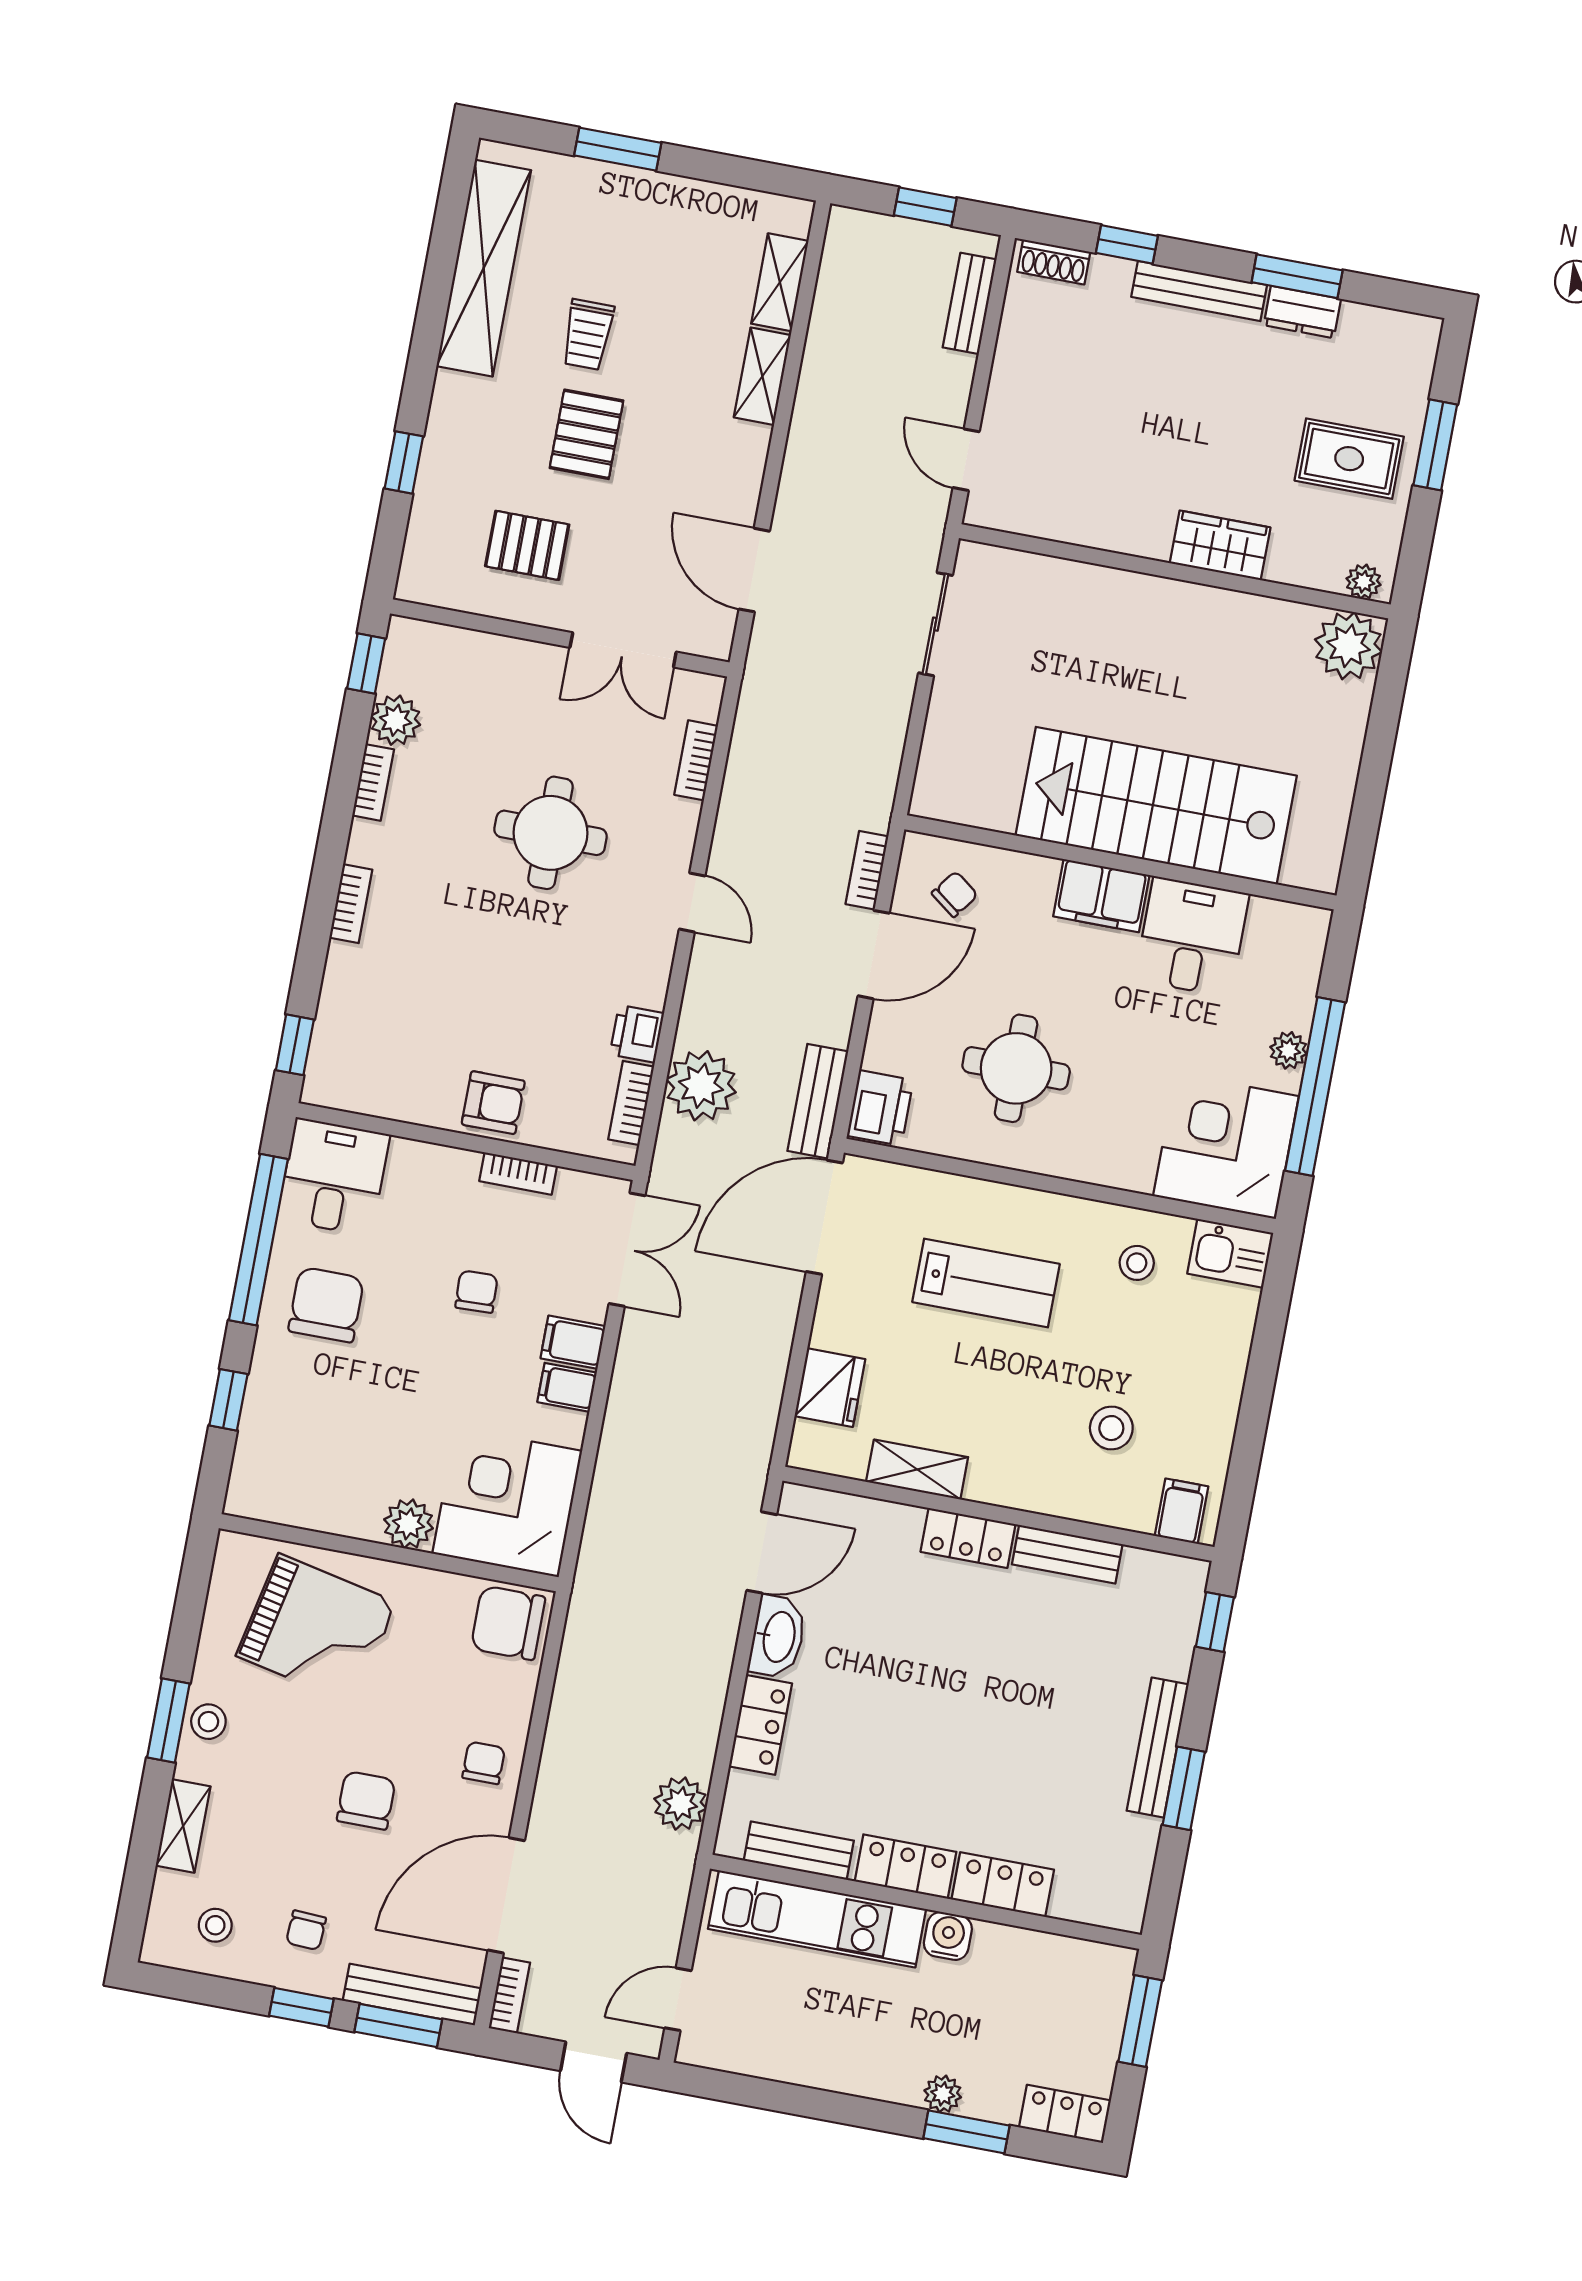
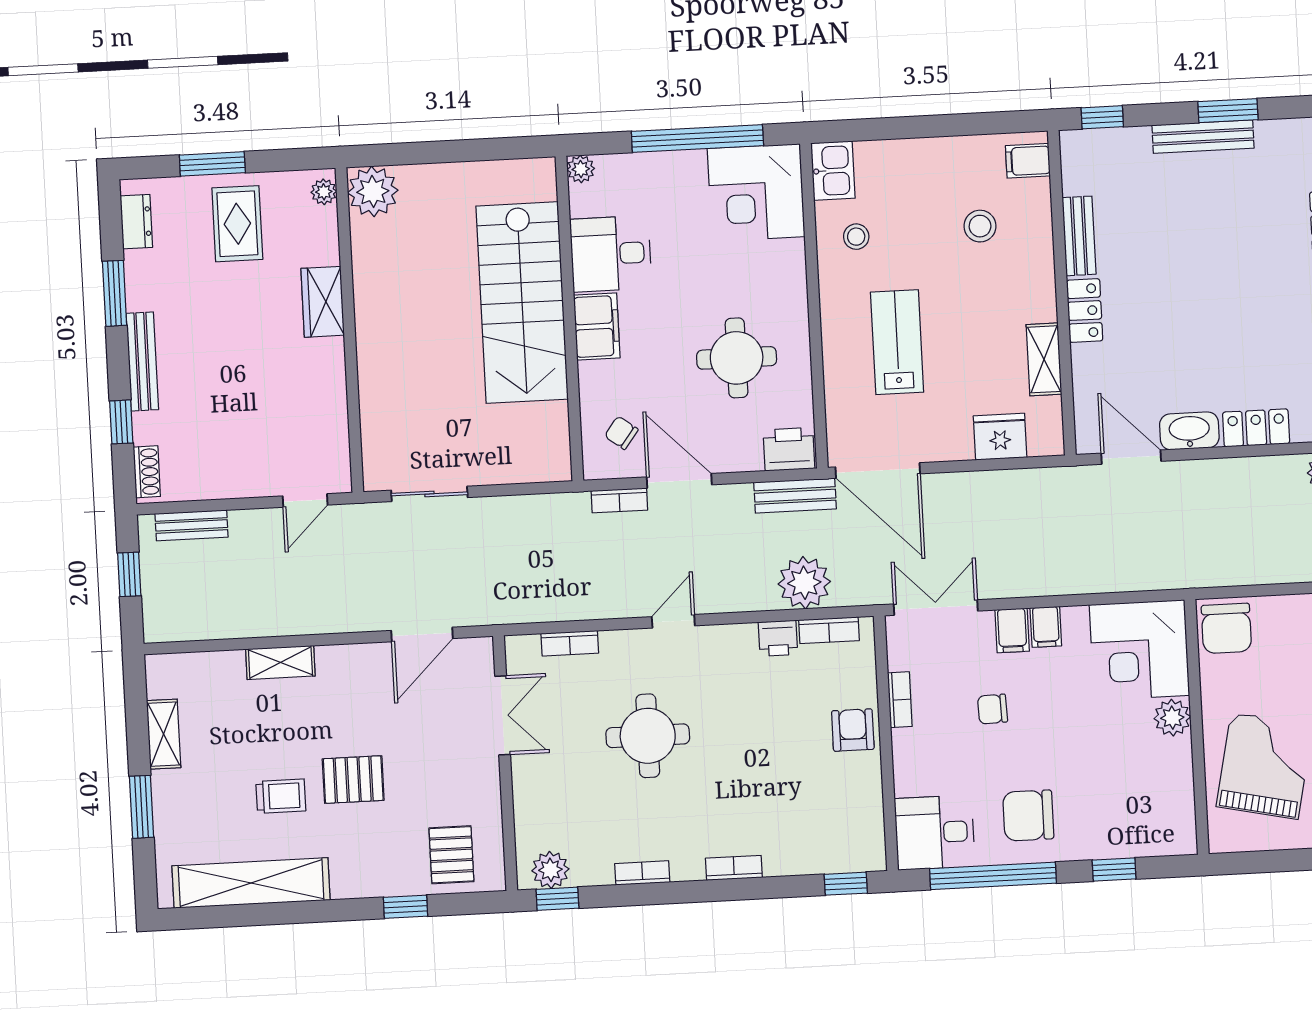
shelving: (780, 282) -> (164, 734), moved, turned 90
dresser: (1302, 312) -> (136, 222), moved
pallet: (527, 545) -> (451, 855), moved
plant: (396, 720) -> (550, 870), moved
plant: (1288, 1050) -> (581, 169), moved

